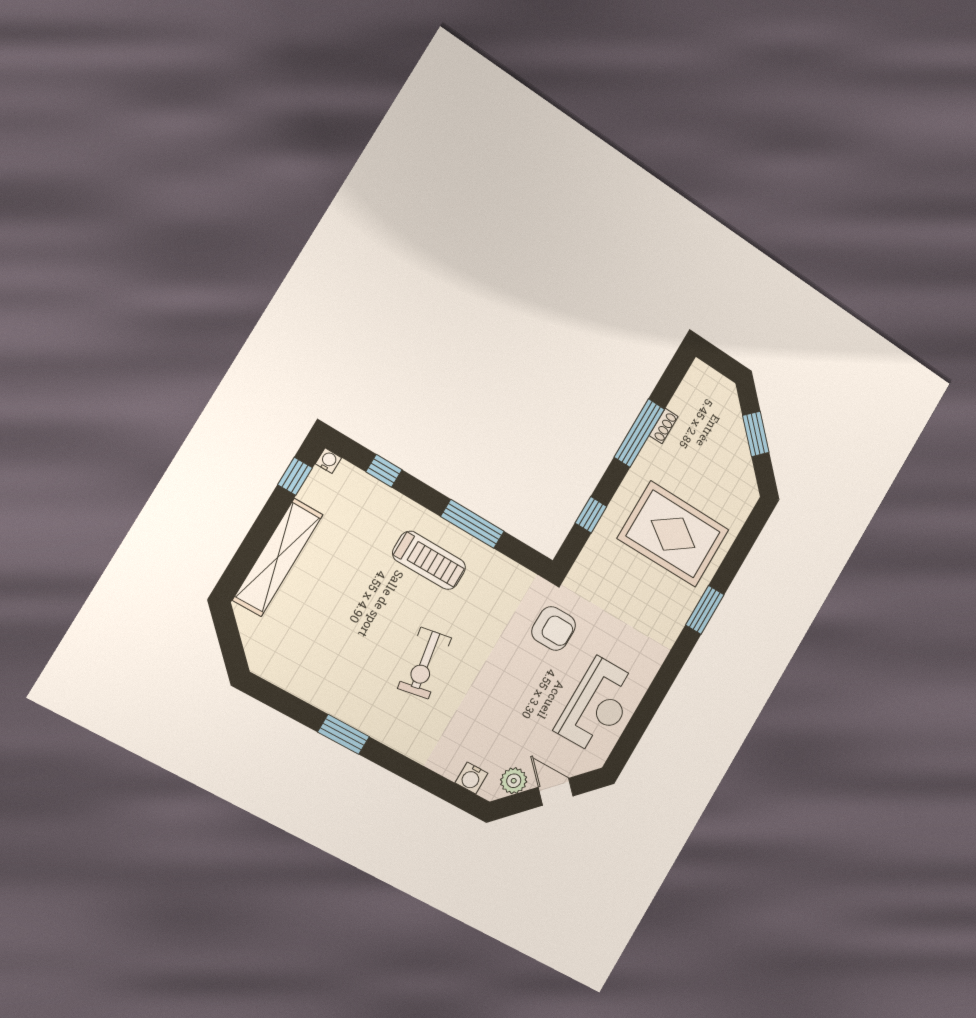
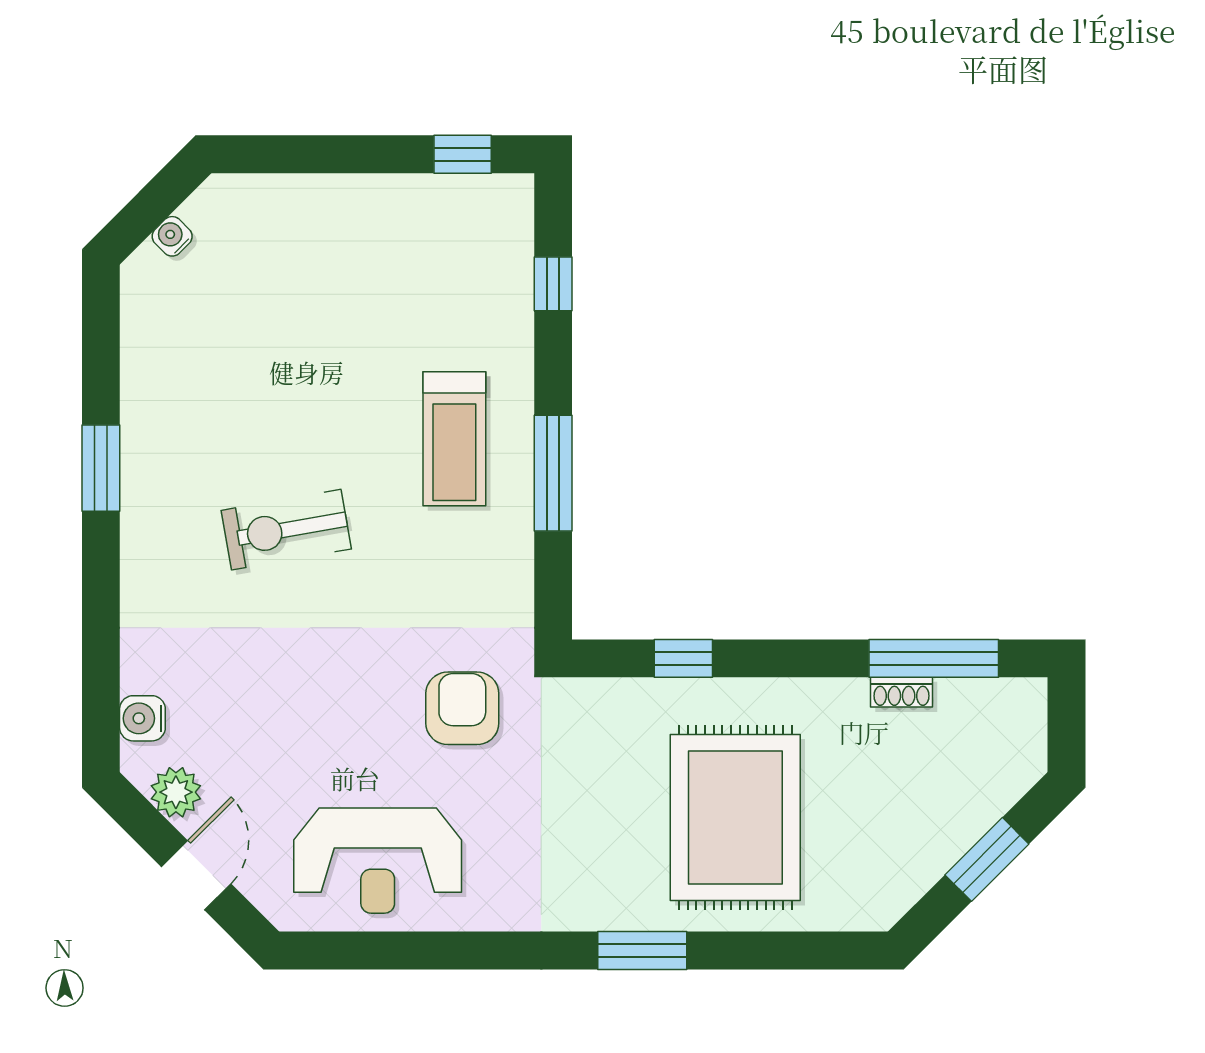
window: (639, 433) -> (934, 658), moved
water cooler: (328, 461) -> (172, 236), moved, turned -135
shelving: (278, 557) -> (322, 202), removed
armchair: (554, 628) -> (462, 708), turned 180

